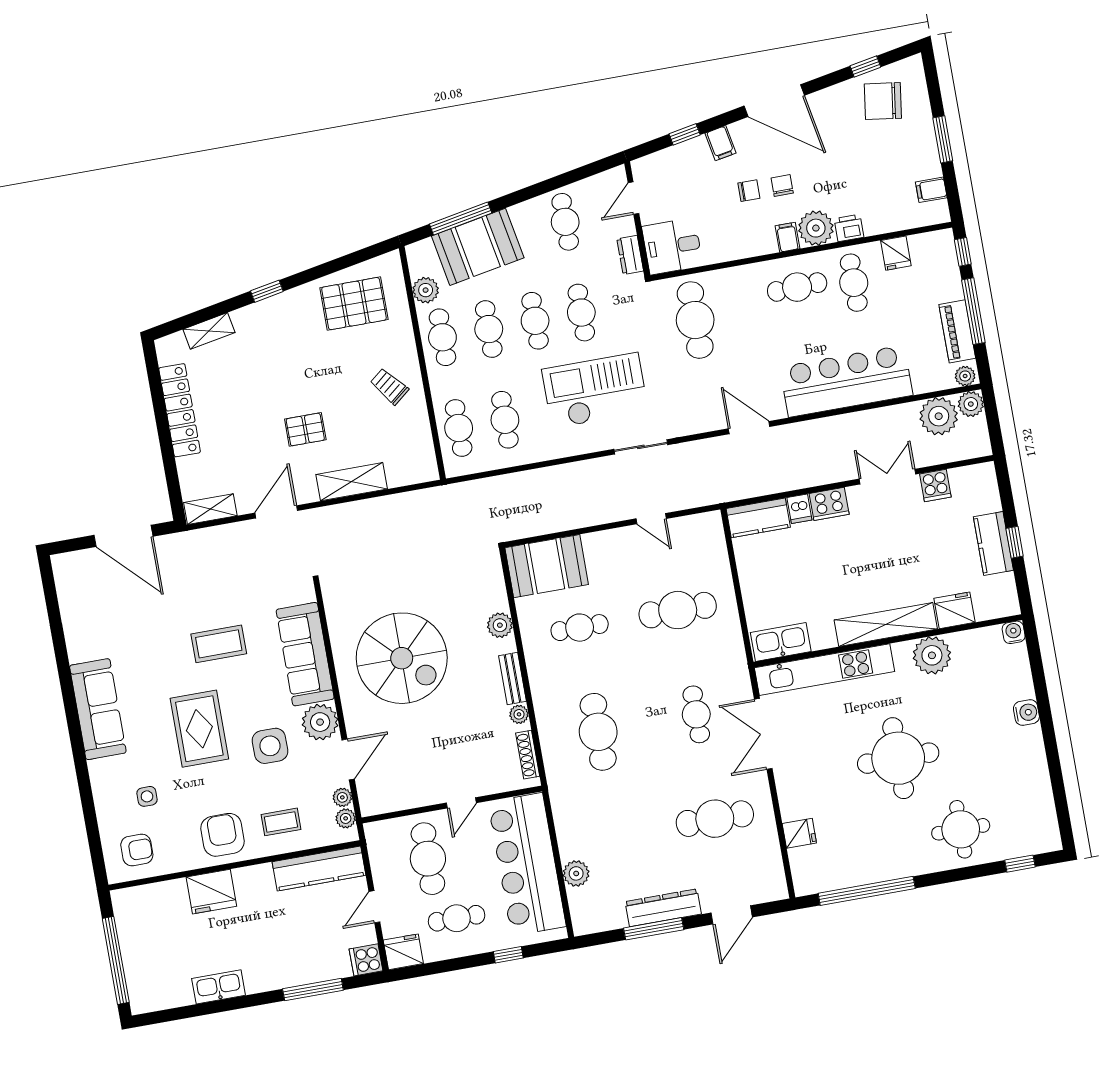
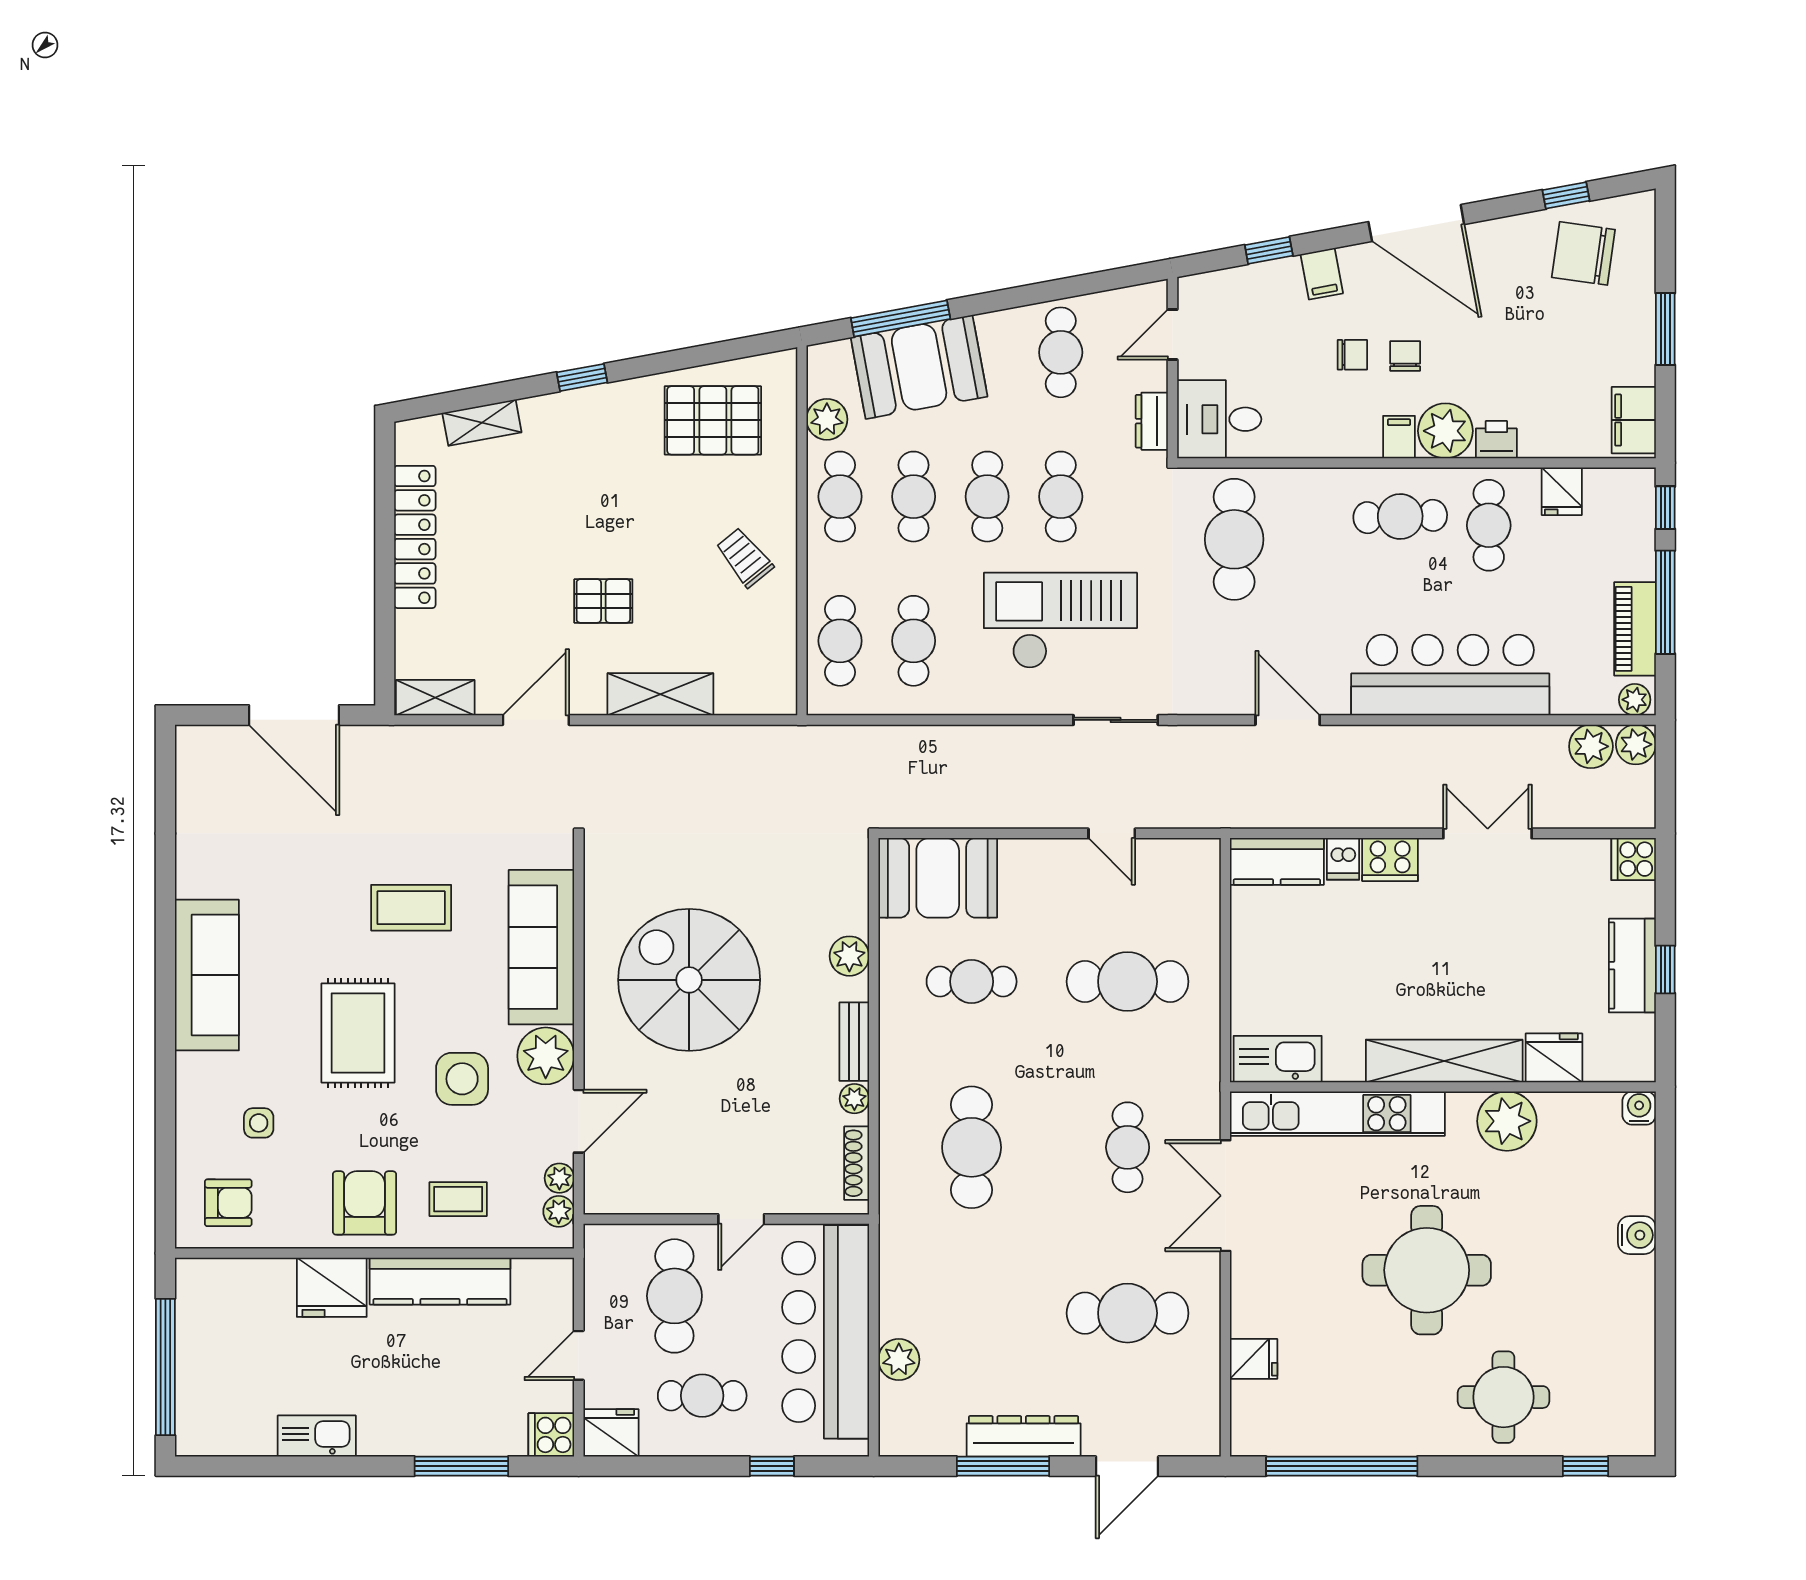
filing cabinet: (931, 190) -> (1634, 420), width x2.00
plant: (939, 416) -> (1591, 746), width x0.73, depth x0.73
cooker: (935, 485) -> (1634, 859), moved, turned 90
spiral stairs: (402, 658) -> (689, 980), turned 180
kitchen counter: (319, 868) -> (440, 1281), moved

